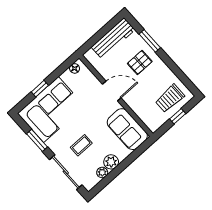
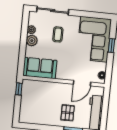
door: (112, 91) -> (82, 83), moved
trolley: (170, 98) -> (31, 108), removed
window: (178, 116) -> (19, 89), moved
window: (37, 140) -> (86, 14), removed

